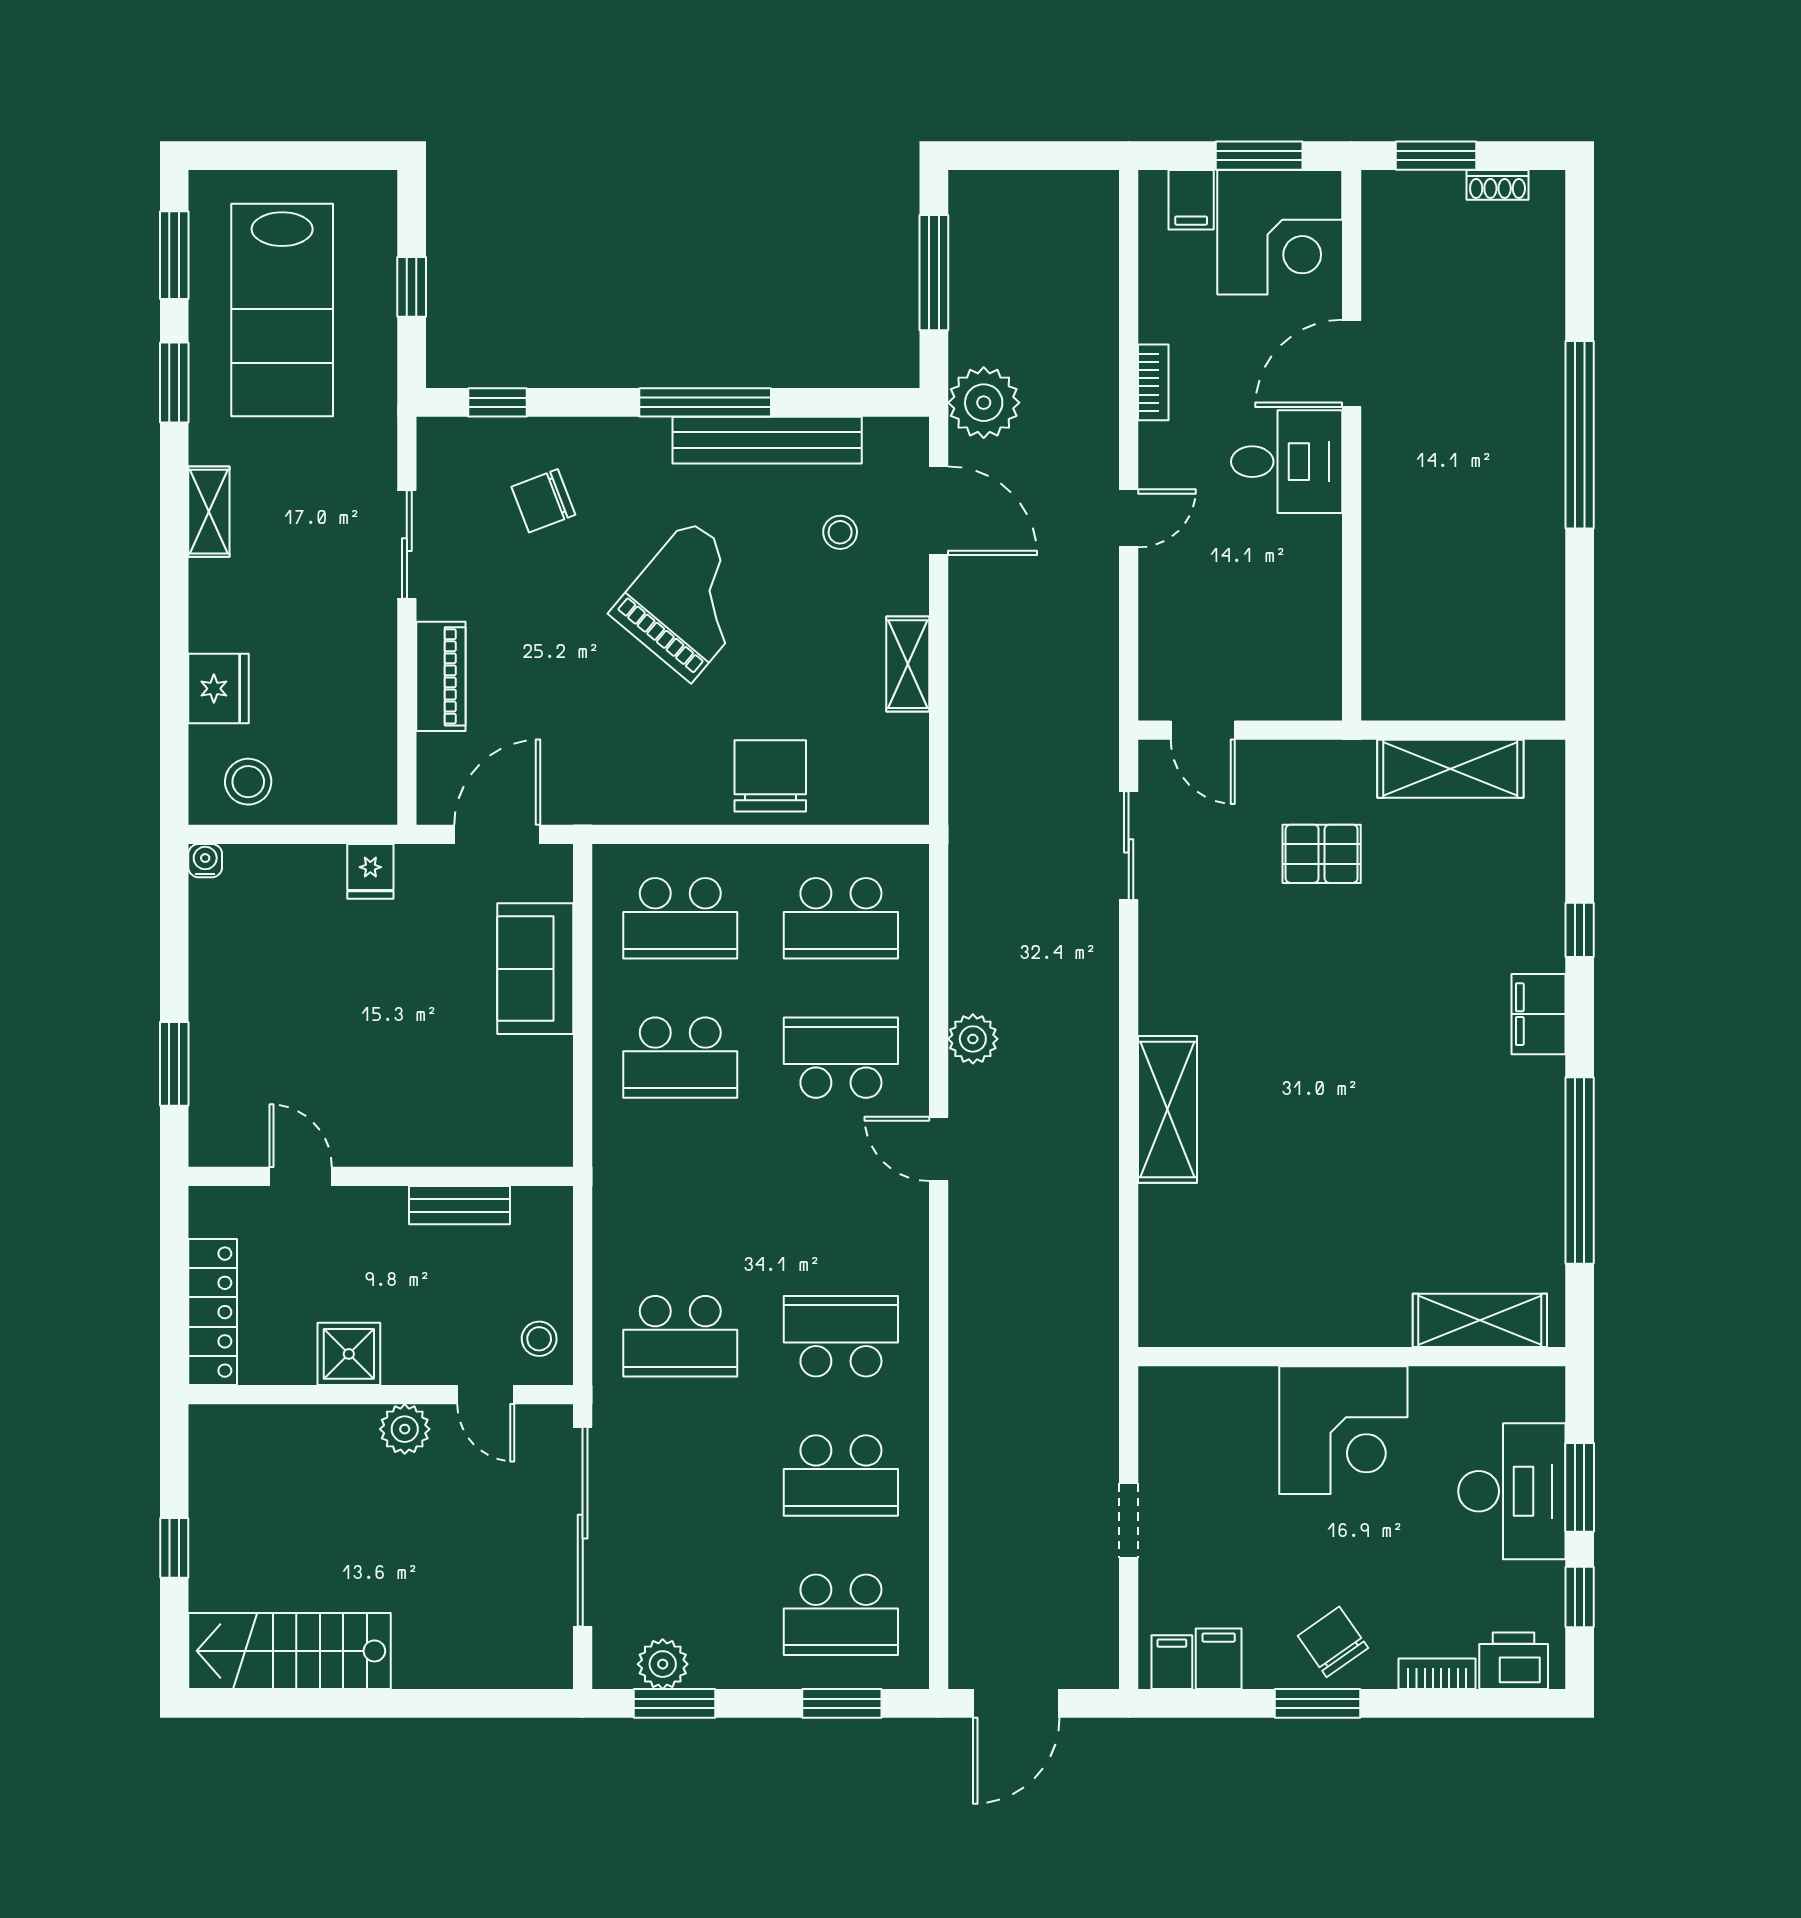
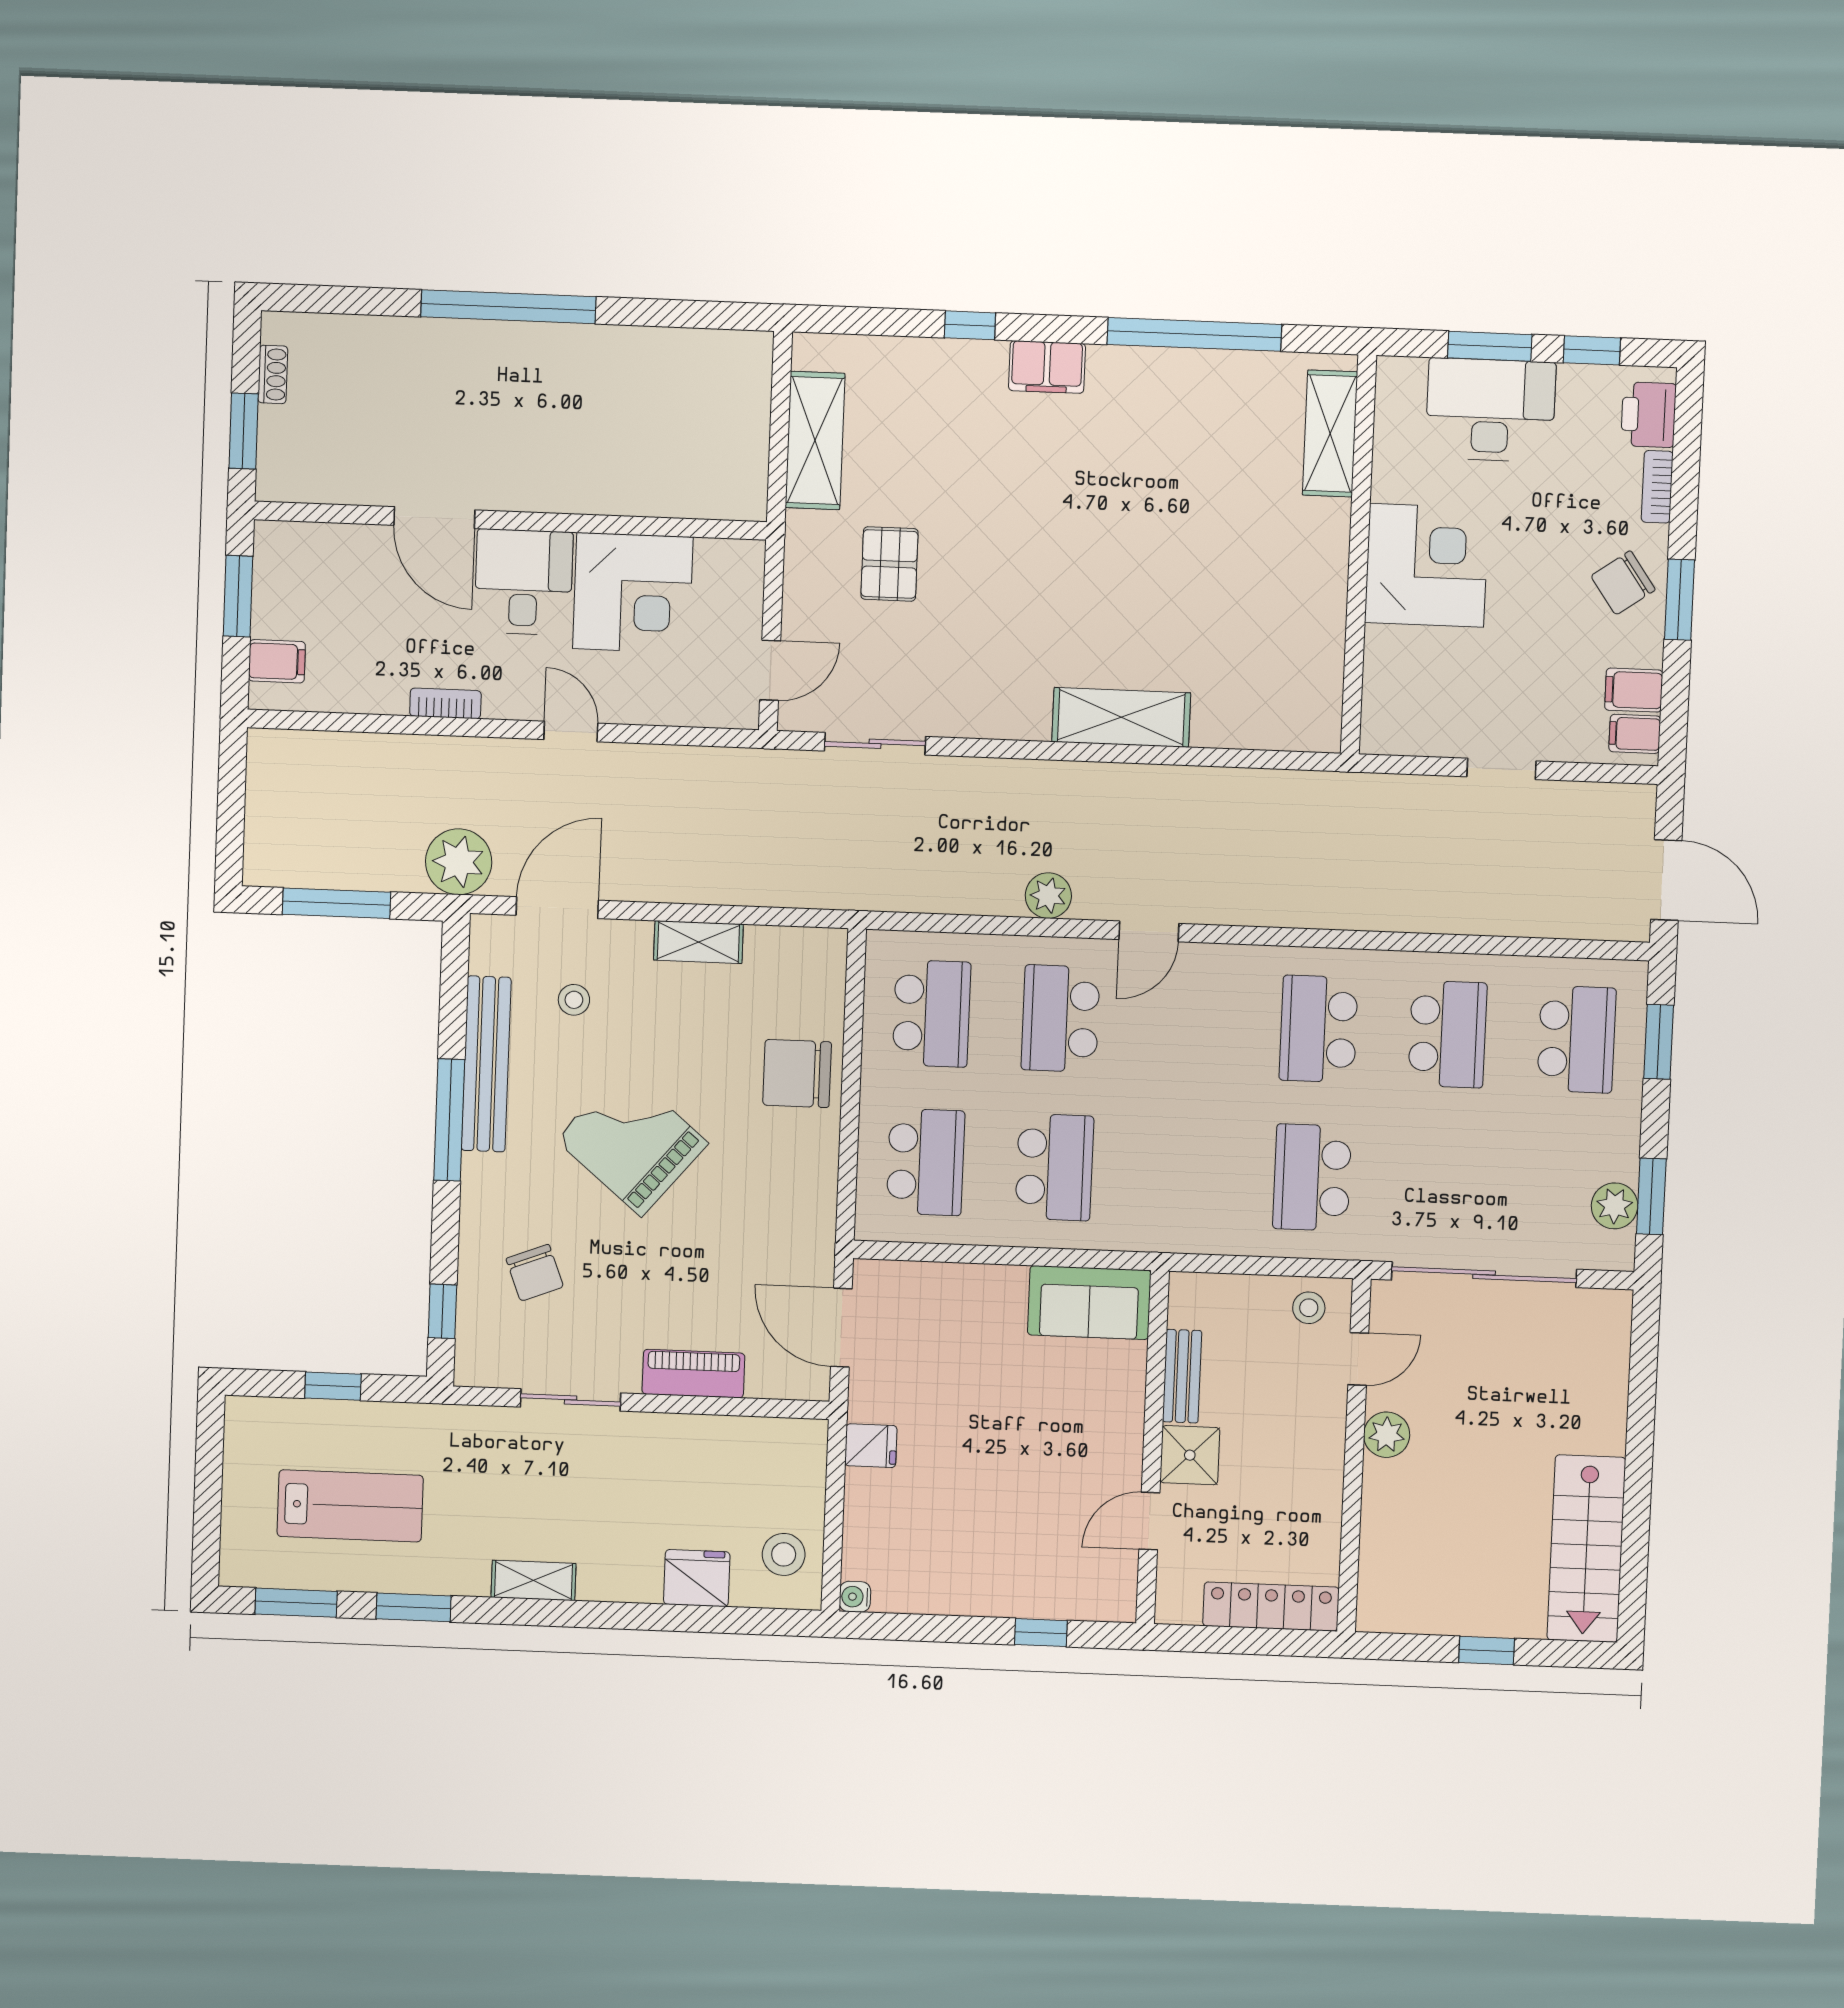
corner desk: (1280, 232) -> (633, 593), moved, turned 90
lab bench: (282, 310) -> (350, 1506), width x0.73, depth x0.72
sofa: (535, 969) -> (1089, 1303), moved
window: (174, 1064) -> (1041, 1633), width x0.67
school desk: (680, 1336) -> (1312, 1178), turned 180
shower: (349, 1354) -> (1190, 1455), moved

